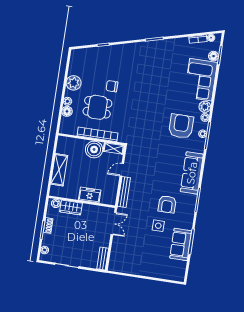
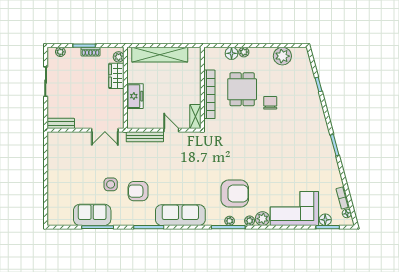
plant: (74, 83) -> (282, 56), moved
boiler: (94, 150) -> (191, 93), removed
shelving: (59, 170) -> (160, 55), width x1.47

